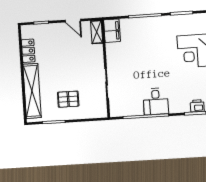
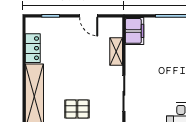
shelving: (97, 32) -> (116, 52), moved

